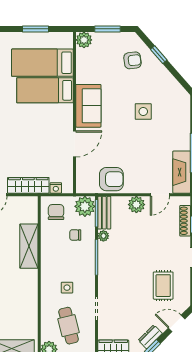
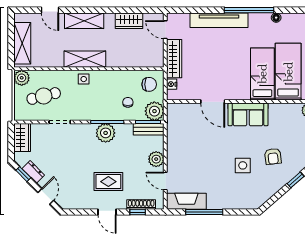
armchair: (132, 60) -> (273, 156), moved
armchair: (111, 179) -> (180, 136), removed
plant: (103, 236) -> (106, 133), moved, width x1.87, depth x1.87
shelving: (29, 246) -> (85, 59), moved
rug: (163, 286) -> (108, 182), moved
side table: (67, 288) -> (84, 79), moved

